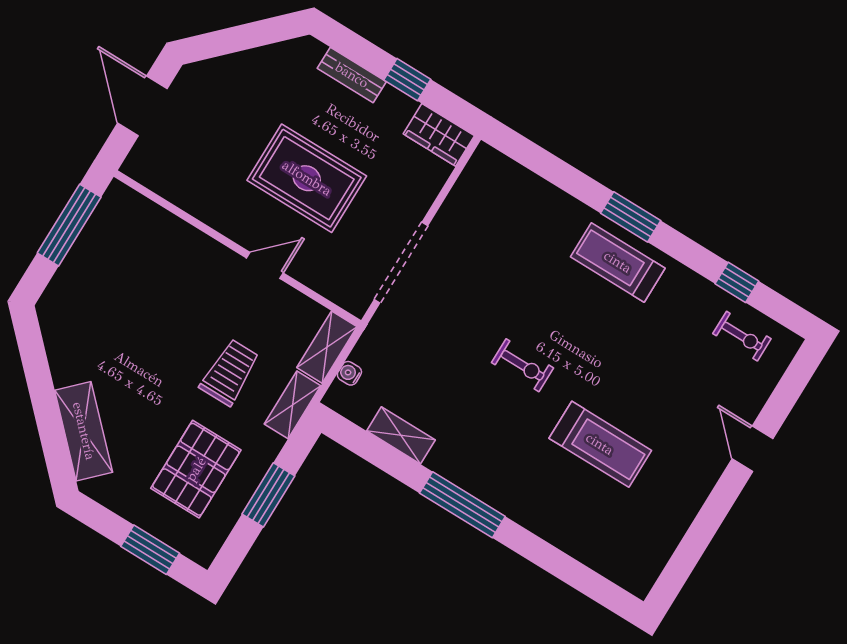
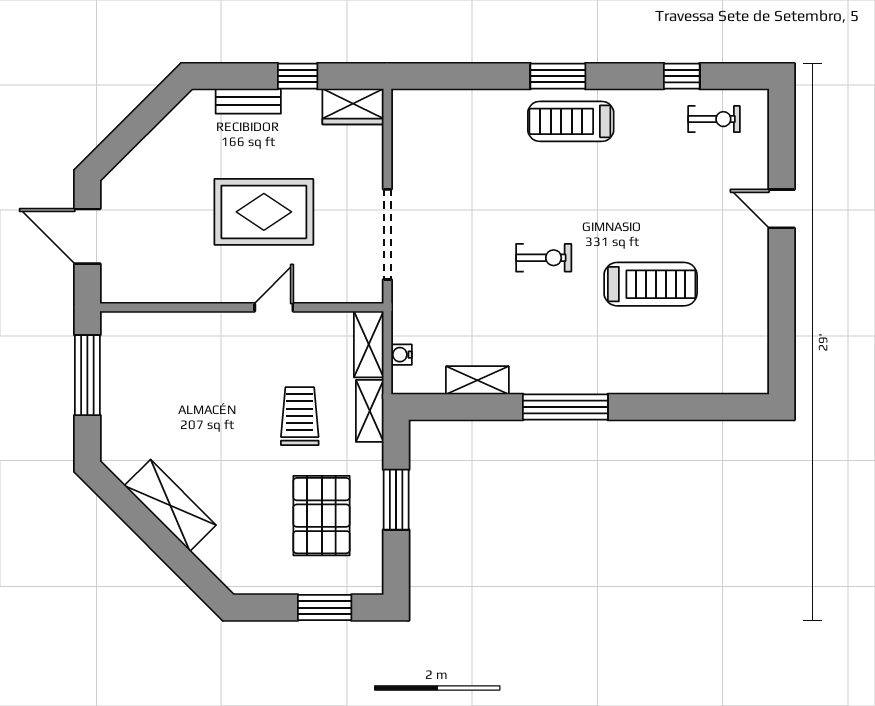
shelving: (84, 431) -> (170, 505), moved

